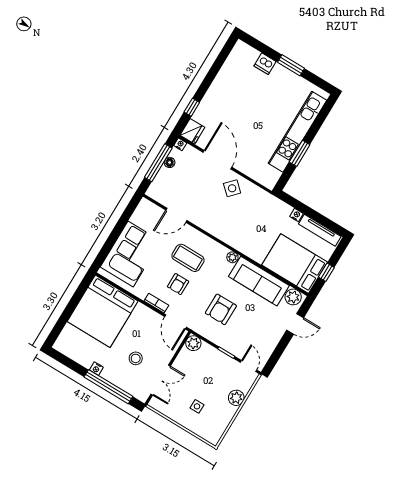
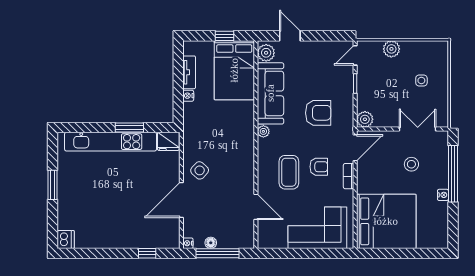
dishwasher: (265, 64) -> (66, 239), moved
fridge: (192, 131) -> (168, 141), moved, turned 180
tv unit: (320, 230) -> (189, 72), width x0.71

